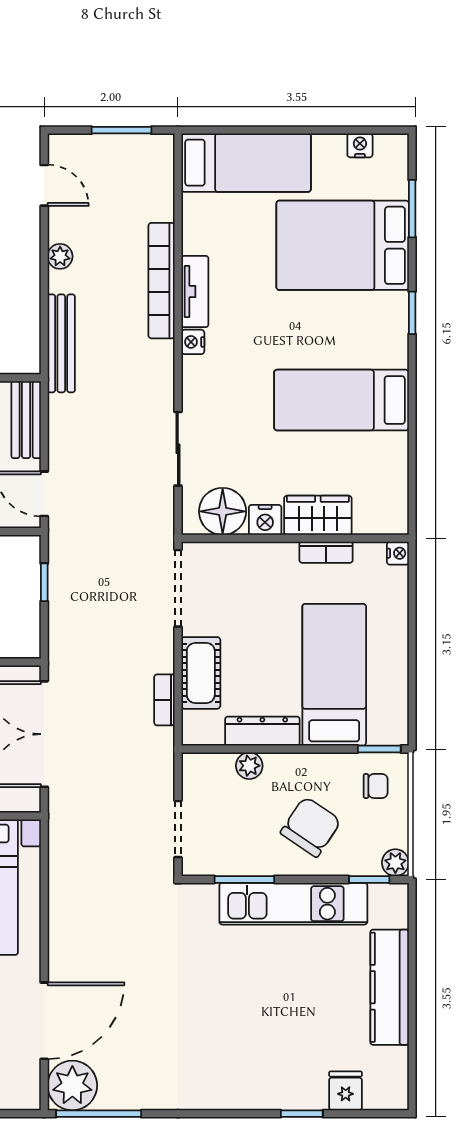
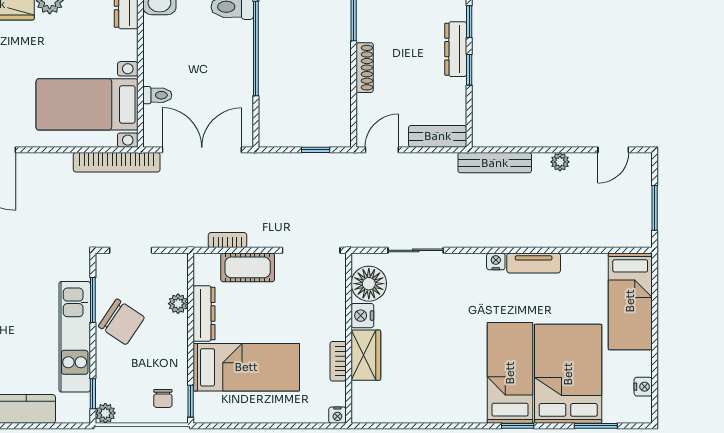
bookcase: (162, 281) -> (117, 162), moved, turned 180
bed: (341, 400) -> (510, 373), moved
chair: (311, 827) -> (121, 322), moved

